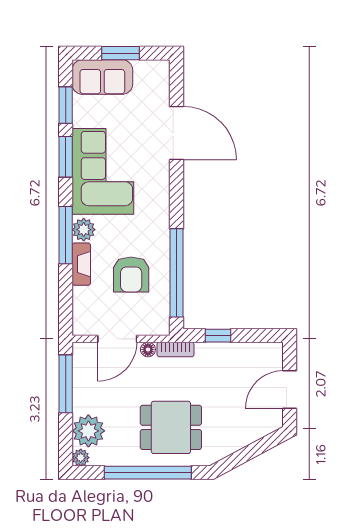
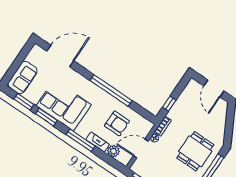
window: (120, 53) -> (17, 63), removed
door: (177, 133) -> (60, 56), moved
plant: (84, 230) -> (113, 151), moved
window: (177, 273) -> (111, 91), moved
door: (117, 339) -> (141, 149), swing flipped

